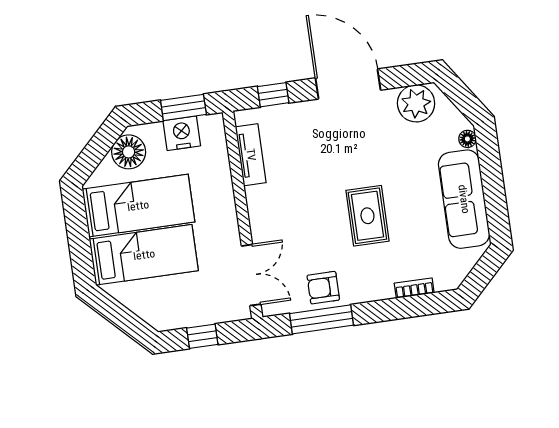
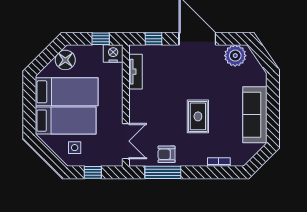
window: (183, 107) -> (101, 39), width x0.67
nightstand: (182, 133) -> (113, 54), moved
floor lamp: (467, 139) -> (262, 80), removed
side table: (166, 298) -> (75, 148), added

